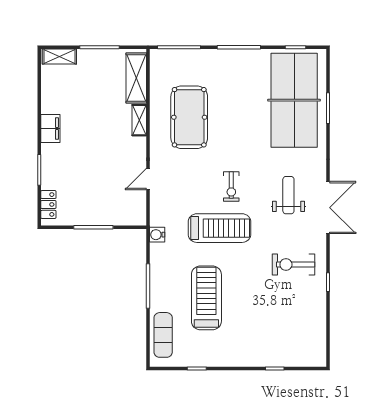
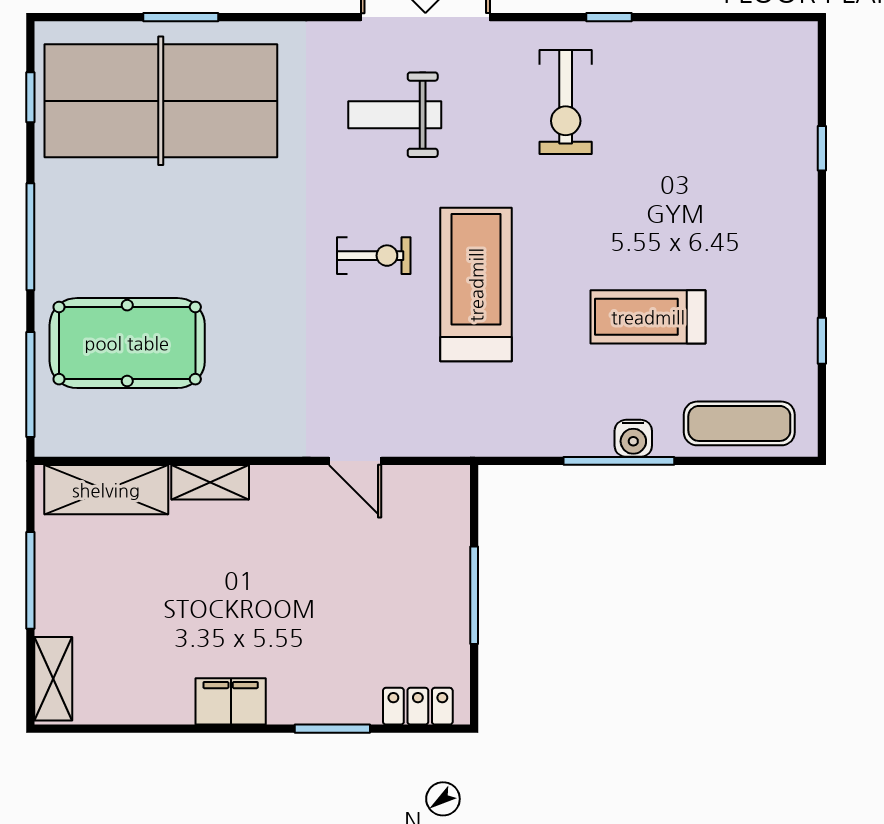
pool table: (189, 117) -> (127, 343), moved
water cooler: (157, 235) -> (633, 438), moved
treadmill: (206, 298) -> (648, 317), width x0.73, depth x0.73

